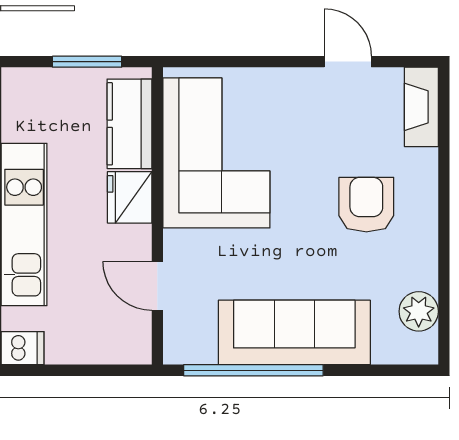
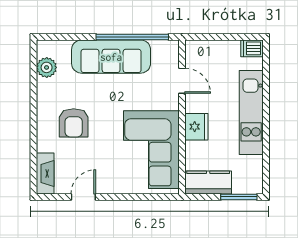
window: (87, 62) -> (239, 197), moved
door: (348, 62) -> (83, 197), swing flipped
kitchen counter: (129, 124) -> (208, 183), moved, turned -90

